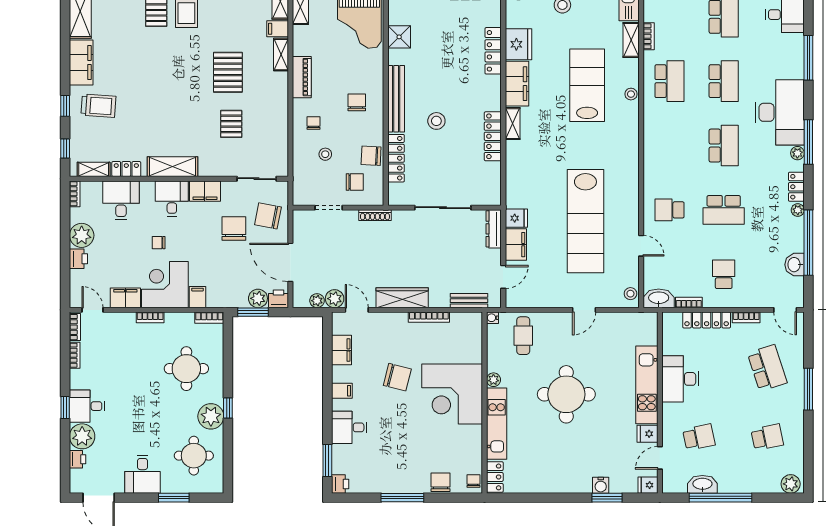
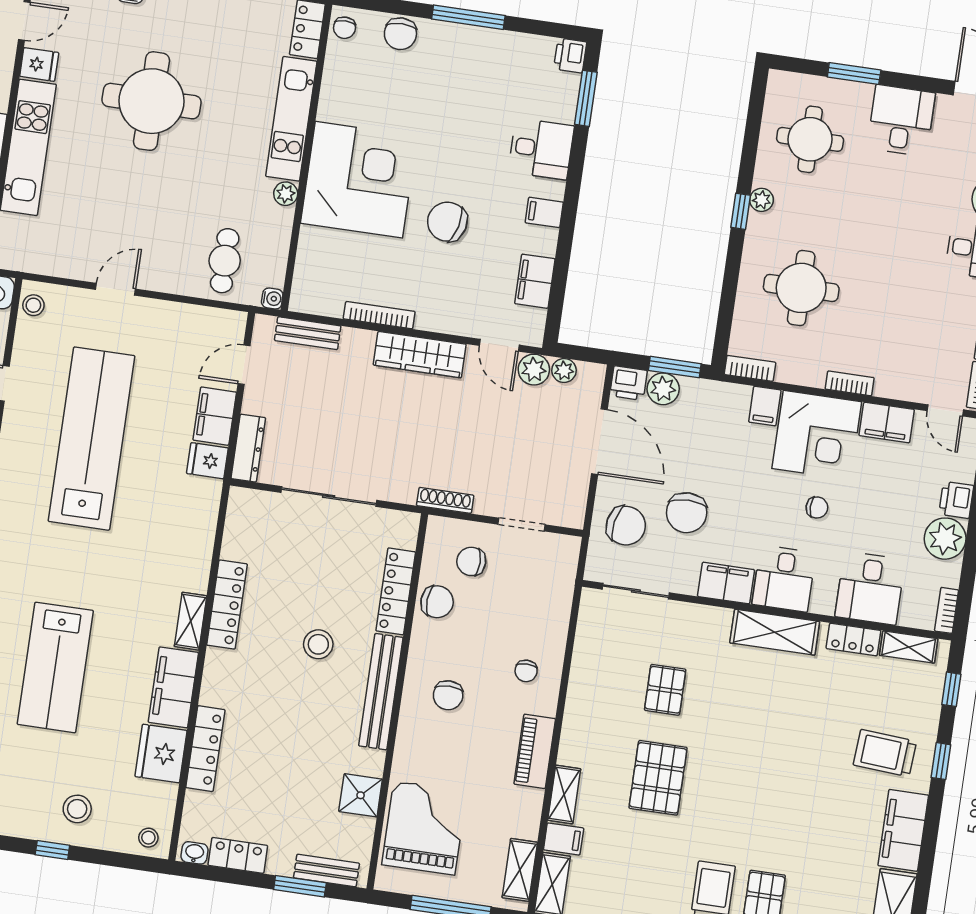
stool: (325, 154) -> (514, 616), removed
round table: (566, 394) -> (151, 101), moved
plant: (211, 416) -> (761, 200), width x0.53, depth x0.53

